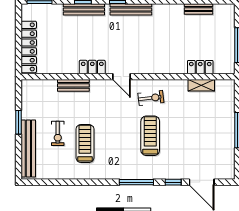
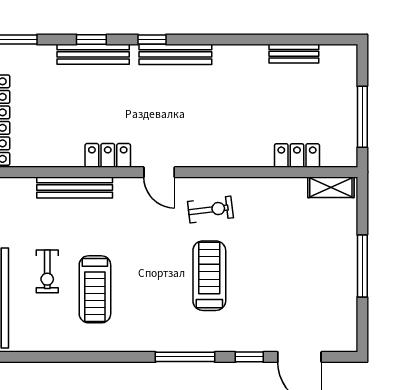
bench: (73, 85) -> (75, 187), width x1.36
shelving: (201, 85) -> (331, 187), moved
treadmill: (85, 143) -> (95, 289), turned 180

